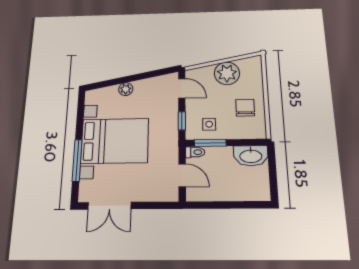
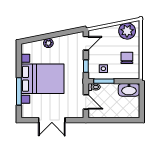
plant: (227, 73) -> (127, 31), moved
door: (182, 88) -> (86, 43), hinge flipped
double door: (109, 206) -> (52, 120), moved

